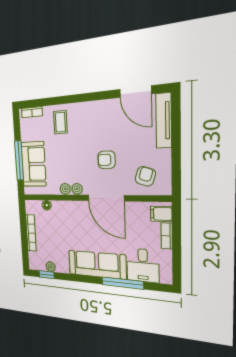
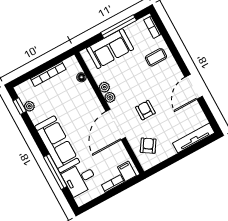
door: (135, 92) -> (194, 87), moved
window: (19, 160) -> (119, 26), moved
armchair: (145, 176) -> (148, 146), turned -74

